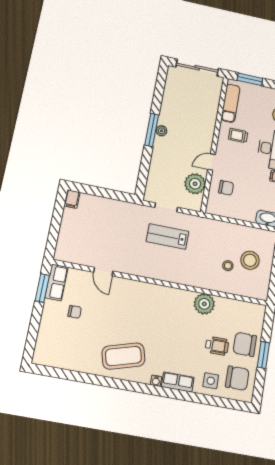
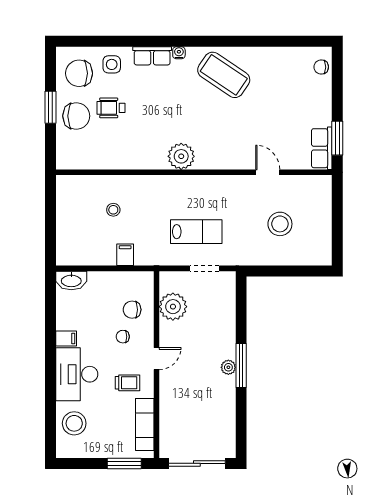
door: (212, 162) -> (157, 359), moved
chair: (236, 170) -> (123, 337), added
filing cabinet: (72, 199) -> (125, 255), moved
stool: (250, 260) -> (280, 224), moved
plant: (204, 304) -> (181, 156), moved
chair: (75, 312) -> (321, 67), moved
coffee table: (123, 356) -> (224, 75), turned 50

